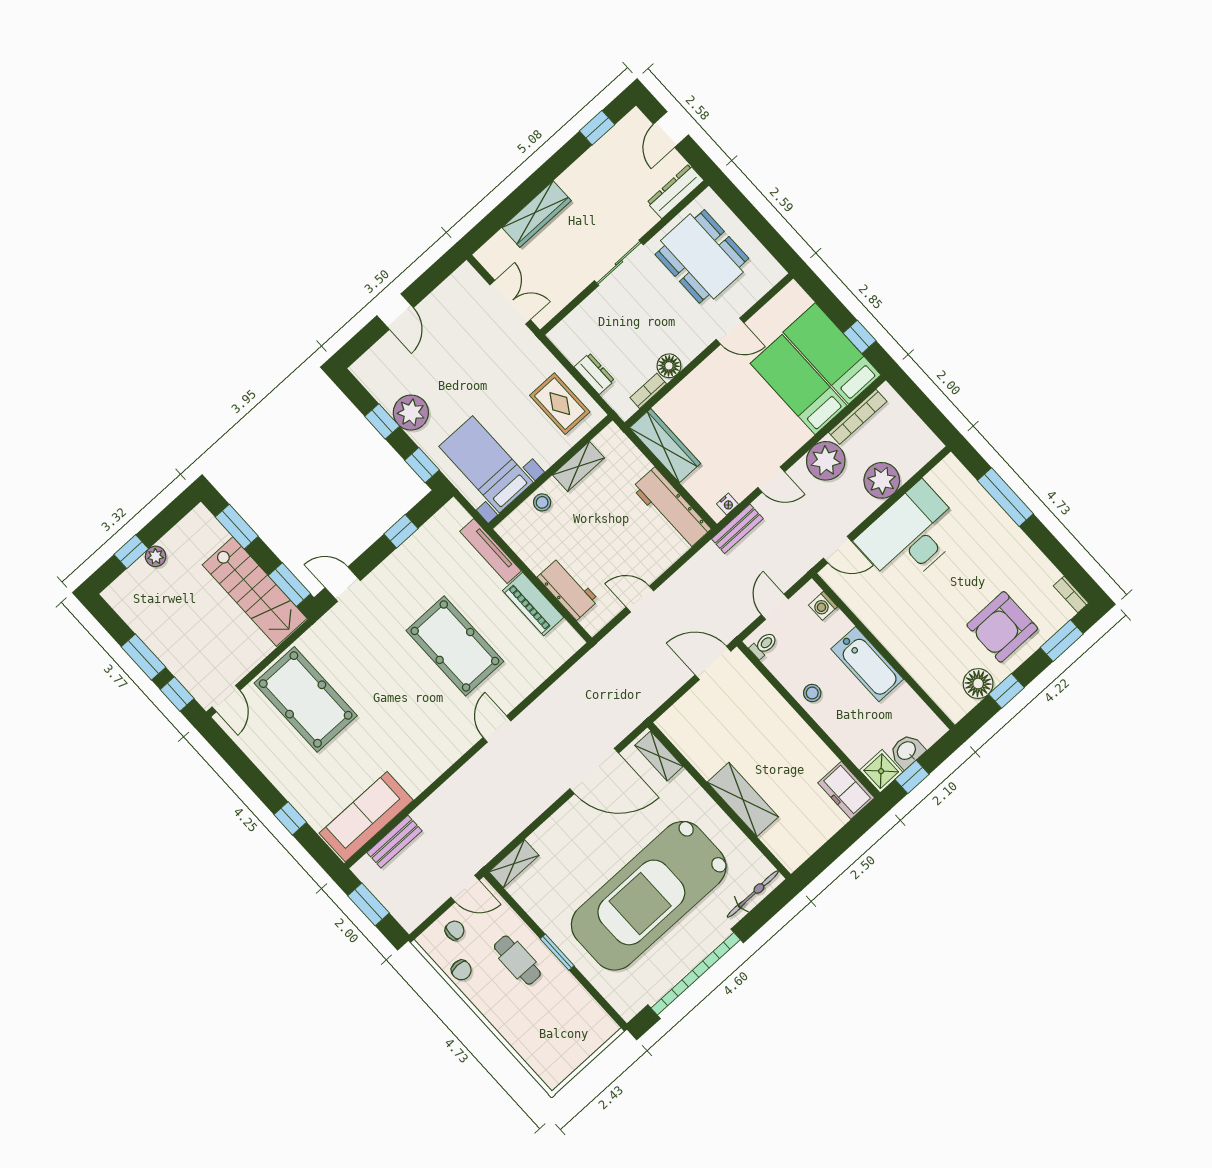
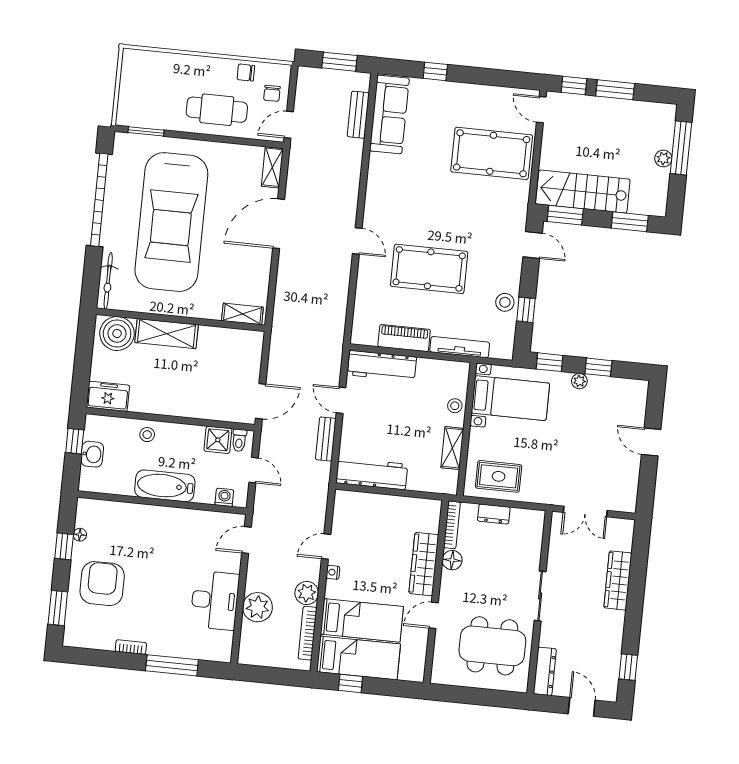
bookcase: (648, 391) -> (452, 525), width x1.56
plant: (411, 413) -> (579, 381), width x0.53, depth x0.53
wardrobe: (665, 446) -> (424, 564), moved, turned 90
plant: (826, 461) -> (307, 593), width x0.73, depth x0.73
nightstand: (728, 504) -> (333, 572), moved
bench: (737, 529) -> (326, 439), moved
desk: (911, 535) -> (215, 600), width x0.73, depth x0.77
window: (131, 552) -> (681, 148), width x2.17
stool: (414, 555) -> (505, 302), added
door: (343, 584) -> (533, 245), hinge flipped
workbench: (568, 589) -> (382, 366), width x1.38
bookcase: (1071, 594) -> (131, 647), moved
door: (640, 599) -> (341, 400), swing flipped
floor lamp: (978, 684) -> (80, 535), width x0.53, depth x0.53
stool: (812, 693) -> (147, 435), moved
door: (594, 771) -> (279, 224), moved
shower: (881, 771) -> (218, 440), moved
boiler: (787, 839) -> (117, 333), added
car: (649, 896) -> (171, 222), turned 180
window: (557, 952) -> (146, 131), moved
cafe table: (517, 960) -> (217, 110), width x1.37, depth x1.35

